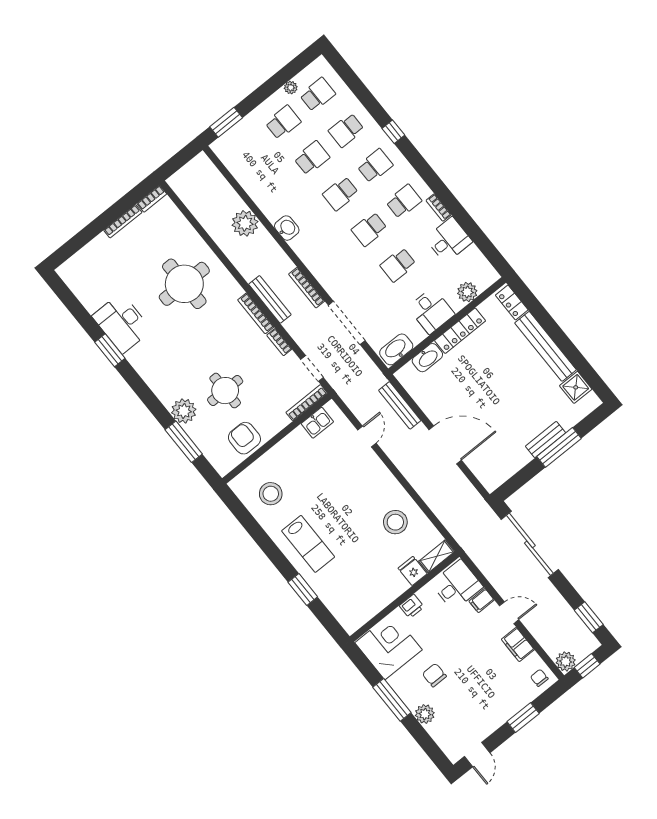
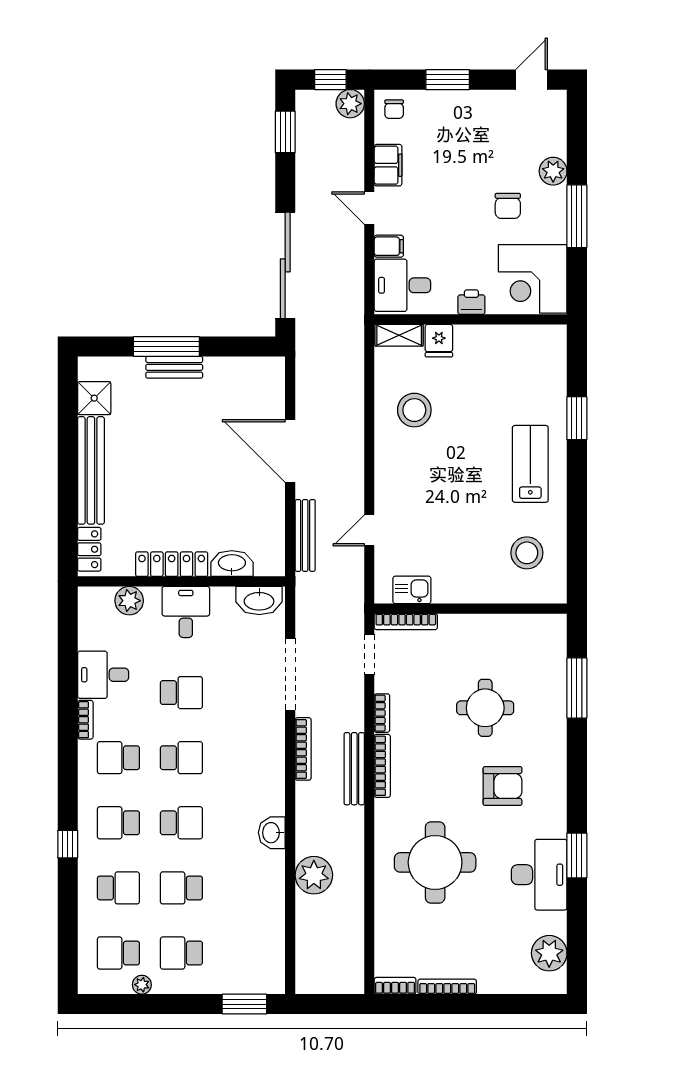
plant: (184, 411) -> (549, 953), moved
armchair: (244, 438) -> (503, 786), moved, turned -90

